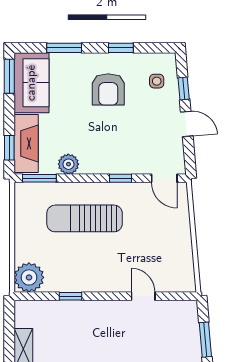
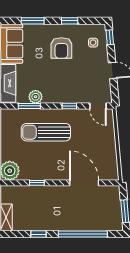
window: (184, 89) -> (110, 37), moved
window: (39, 178) -> (29, 106), moved
door: (143, 296) -> (84, 183), width x1.88

